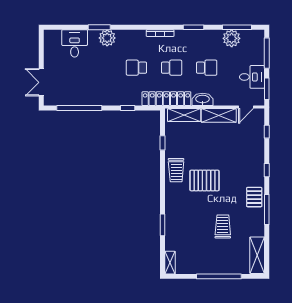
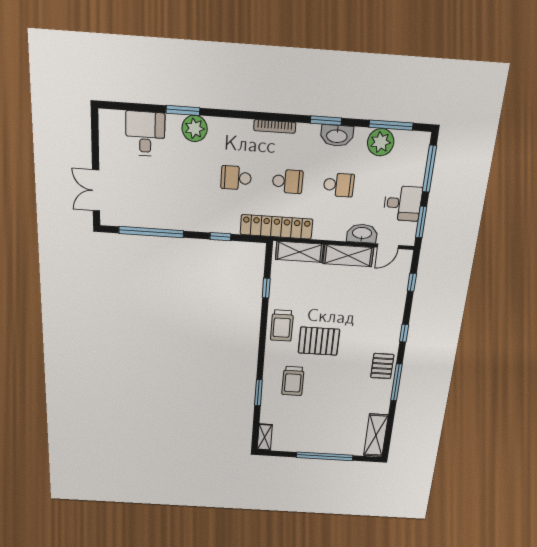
washbasin: (202, 36) -> (337, 136), added
washbasin: (203, 99) -> (362, 234), moved
trolley: (223, 227) -> (293, 381), moved, turned 180

